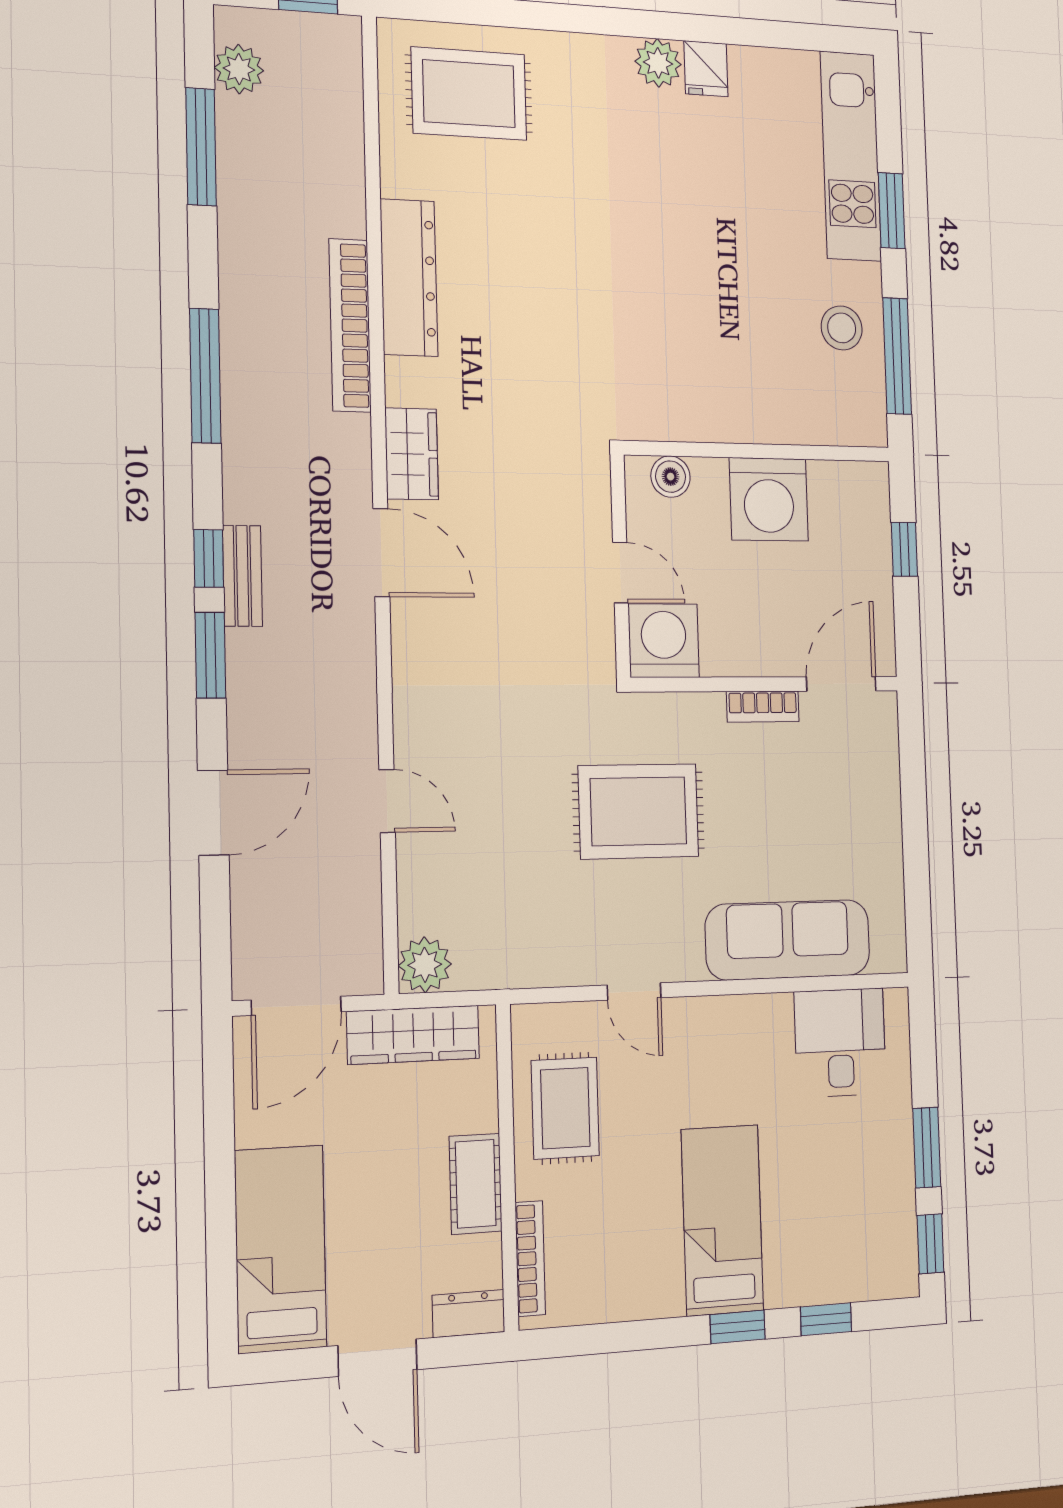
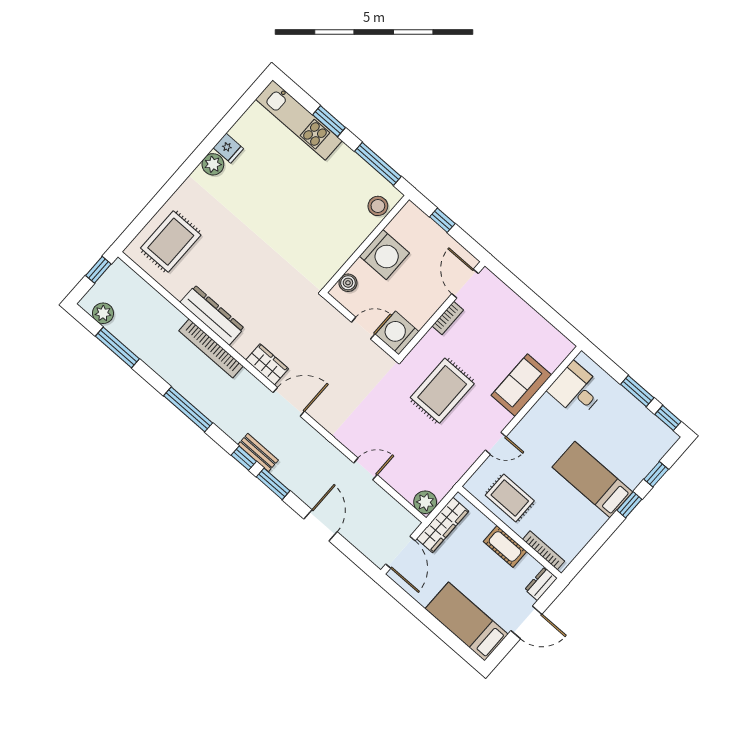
stool: (842, 328) -> (378, 206), moved
sofa: (788, 940) -> (521, 385), width x0.73

